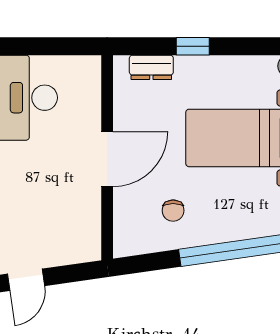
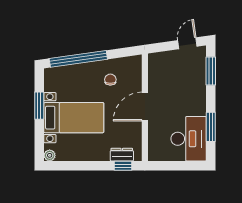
window: (193, 46) -> (123, 166), moved

